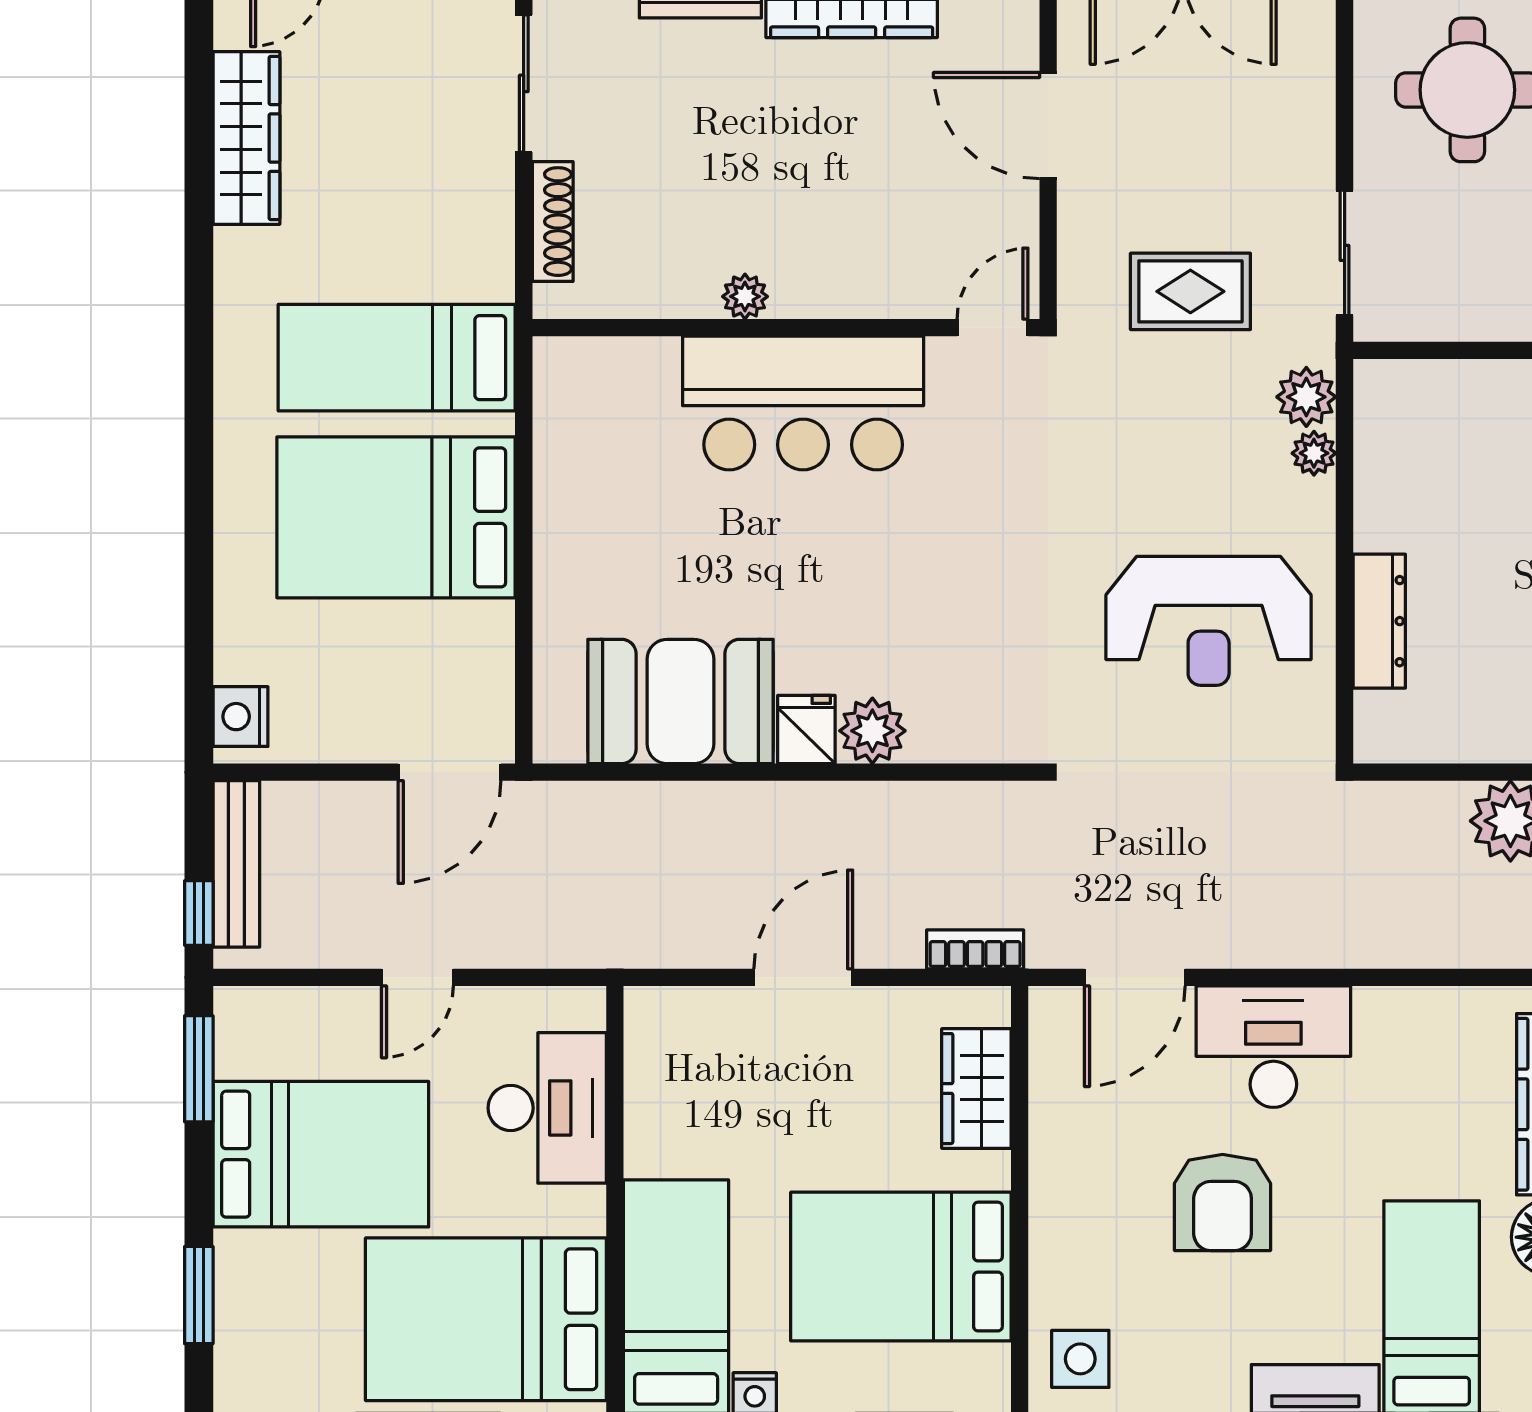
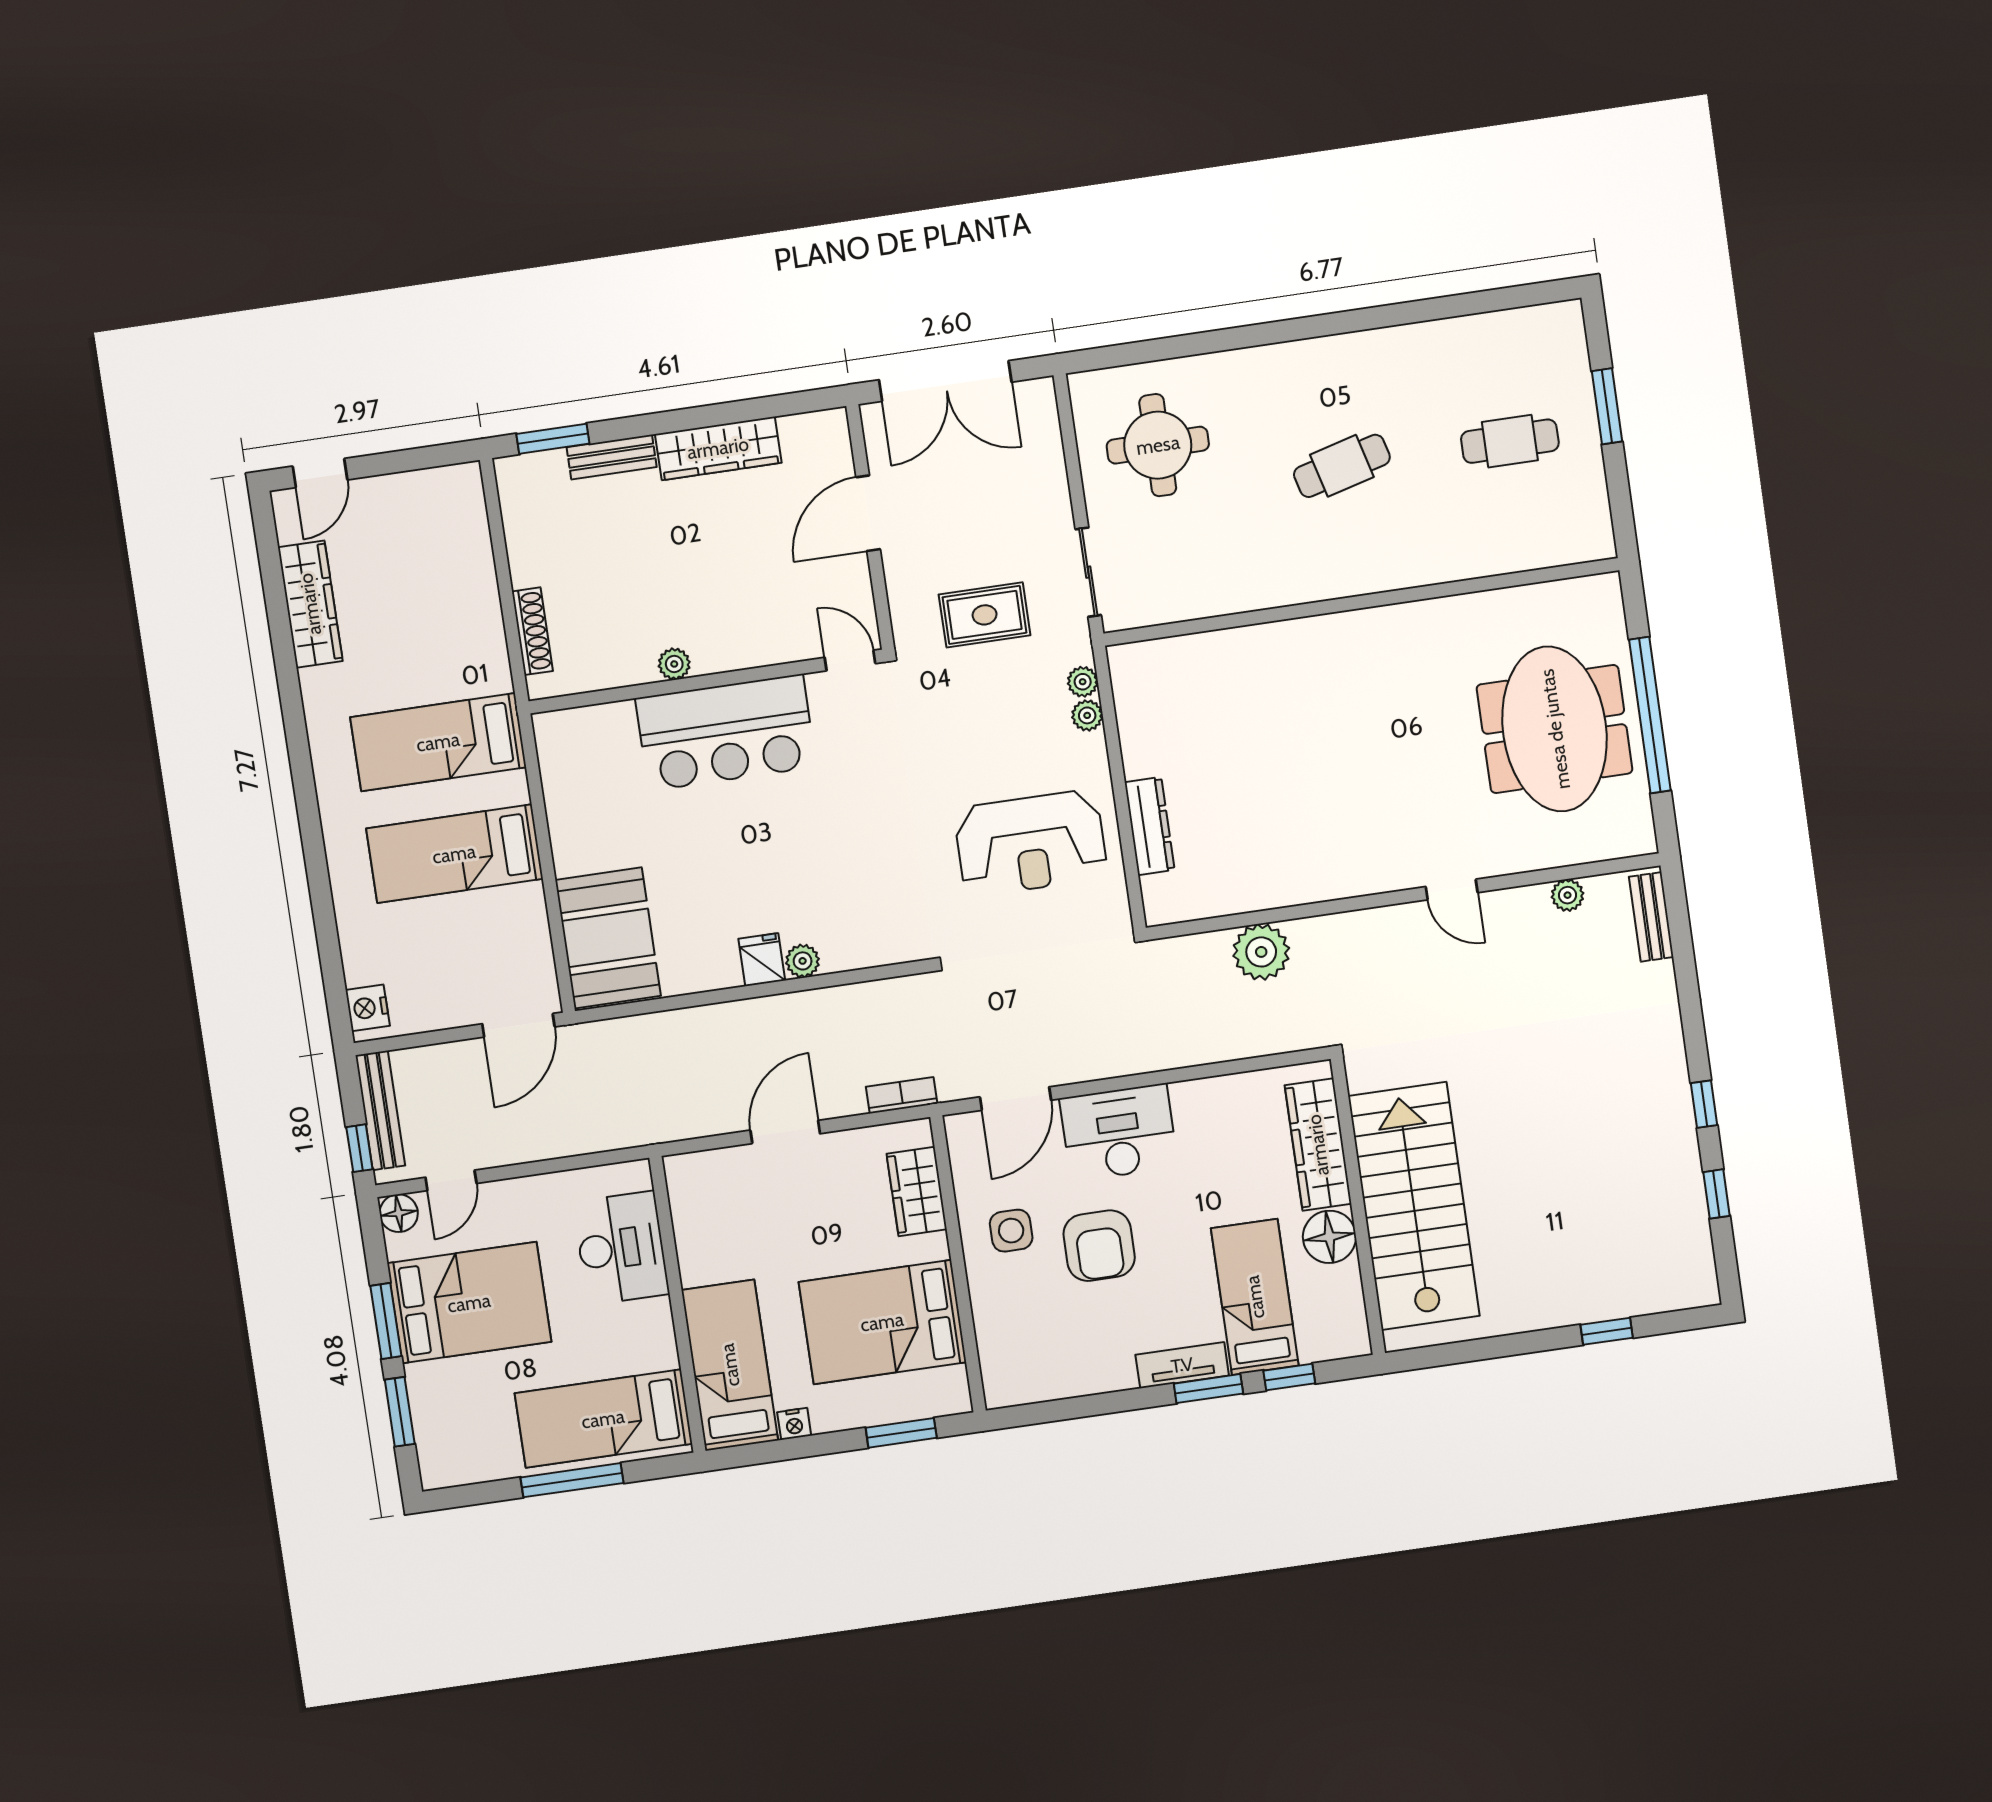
sliding door: (524, 83) -> (498, 538), removed
door: (1048, 126) -> (868, 513), hinge flipped
door: (993, 328) -> (850, 660), hinge flipped
plant: (1306, 397) -> (1083, 682), width x0.73, depth x0.73
bed: (396, 517) -> (454, 854), width x0.67
booth: (680, 701) -> (608, 938), moved, turned 90
plant: (872, 731) -> (803, 961), width x0.73, depth x0.73
door: (417, 977) -> (451, 1180), moved
floor lamp: (240, 1013) -> (399, 1213), added
window: (199, 1069) -> (386, 1321), moved
bed: (486, 1319) -> (603, 1419), width x0.67
side table: (1080, 1359) -> (1011, 1231), moved

